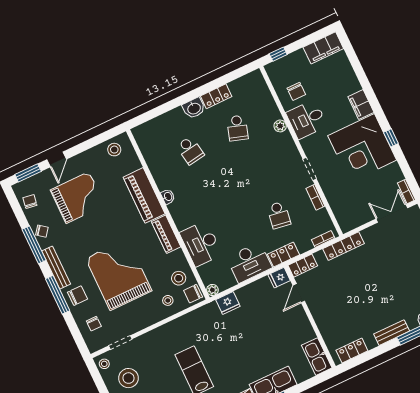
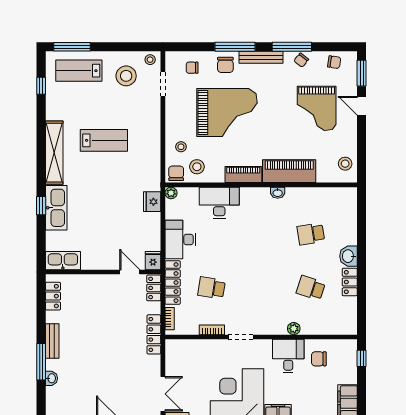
locker: (283, 255) -> (173, 283), width x1.53

